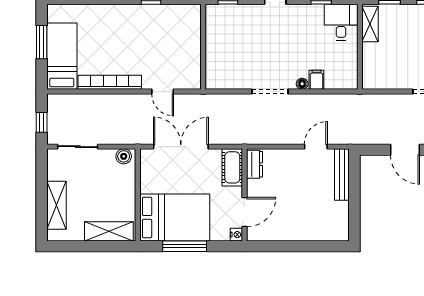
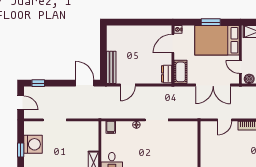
filing cabinet: (316, 80) -> (111, 127), moved
door: (163, 92) -> (225, 120), swing flipped
door: (405, 150) -> (85, 83), moved
door: (138, 175) -> (240, 67), added
window: (185, 246) -> (211, 22), width x0.69

